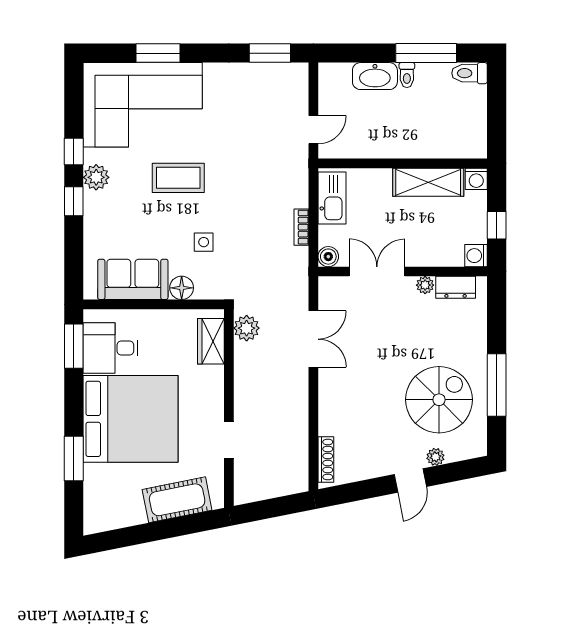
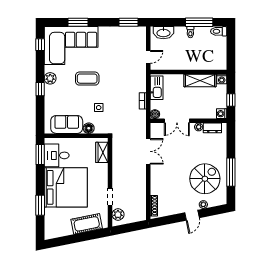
washbasin: (375, 76) -> (163, 33), moved
window: (74, 152) -> (40, 45), moved
double door: (377, 271) -> (177, 121), swing flipped
plant: (247, 328) -> (118, 215), moved

